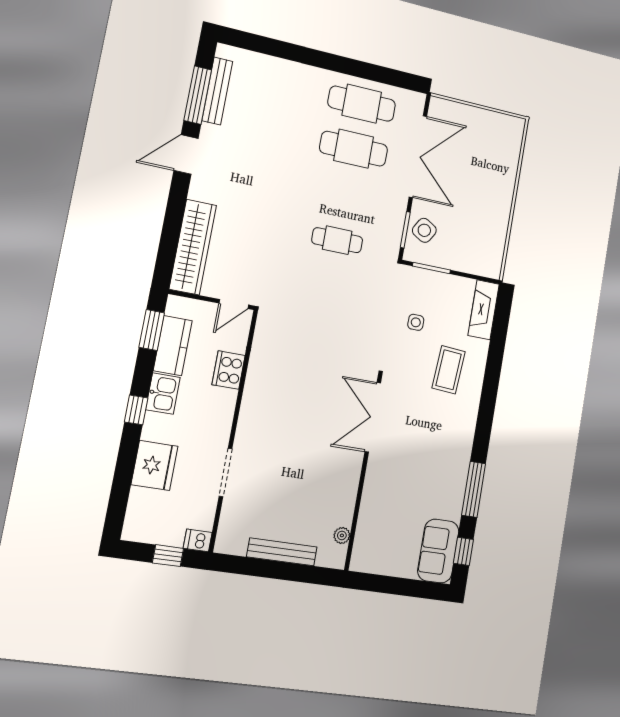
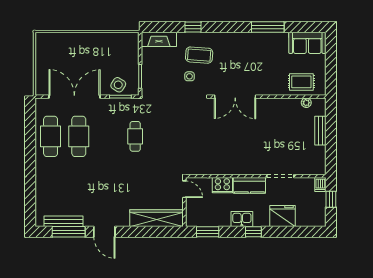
side table: (416, 322) -> (189, 76), moved
kitchen counter: (173, 346) -> (249, 185), moved, turned 180
rug: (377, 532) -> (301, 82), added
window: (463, 551) -> (193, 27), moved
bench: (282, 552) -> (320, 131), width x0.73

